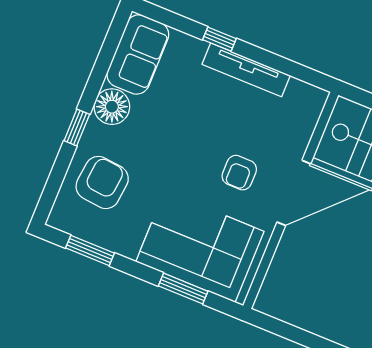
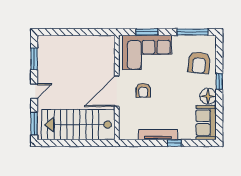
armchair: (239, 173) -> (143, 90), turned 180
window: (90, 251) -> (193, 32), width x1.44

